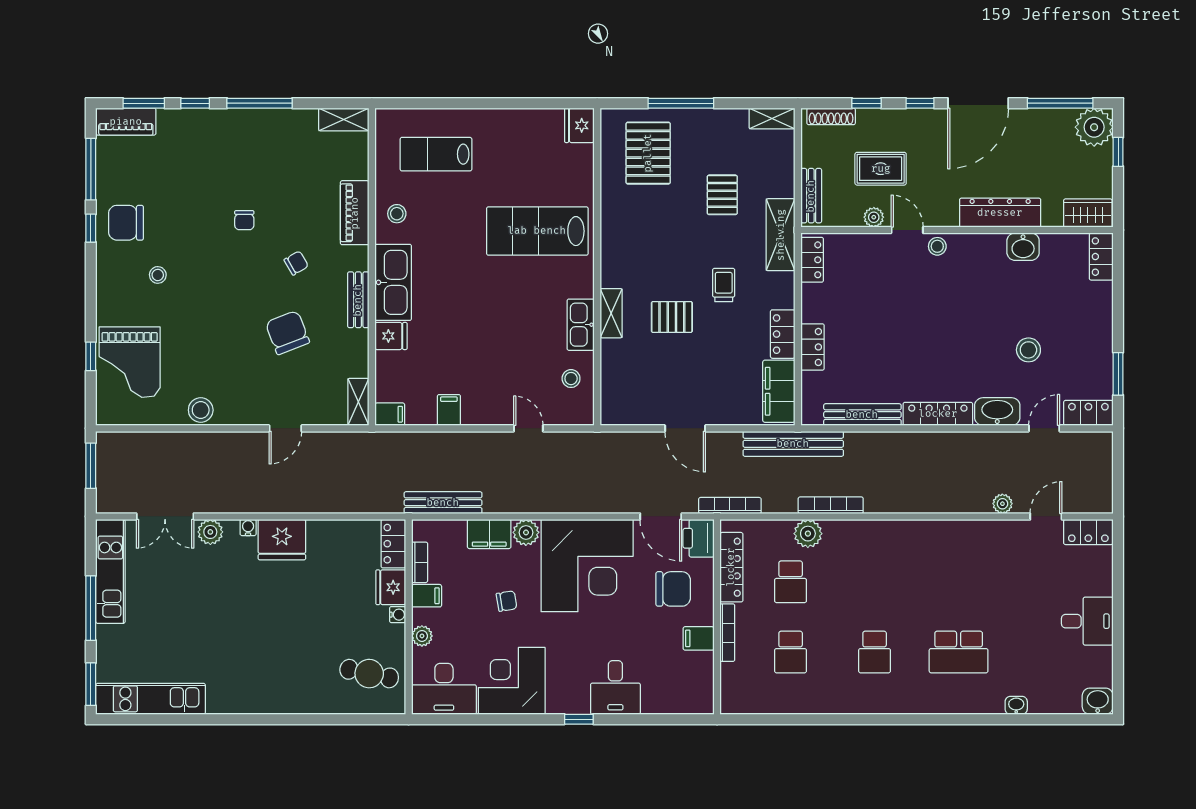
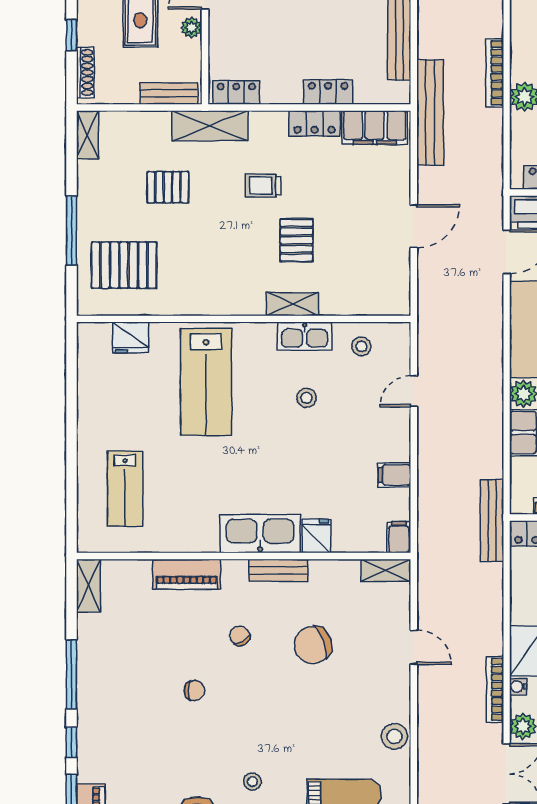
fridge: (579, 125) -> (131, 338), moved
stool: (397, 214) -> (306, 398), moved
bench: (443, 503) -> (492, 520), moved
bookcase: (730, 506) -> (495, 689), moved

